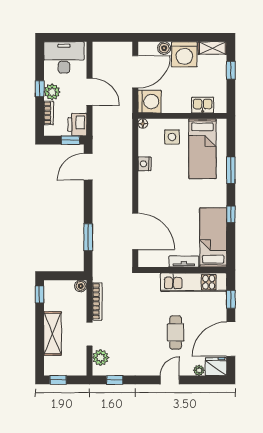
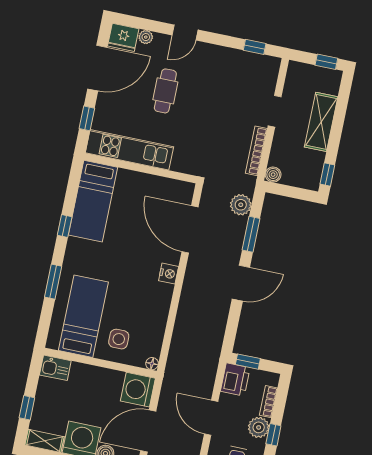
kitchen sink: (203, 105) -> (55, 368), moved
nightstand: (145, 164) -> (169, 274), moved
door: (88, 167) -> (241, 283), moved
tv unit: (184, 262) -> (136, 178), removed
plant: (101, 358) -> (241, 205), moved

